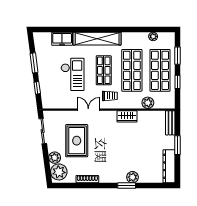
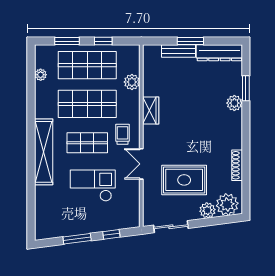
freezer: (62, 39) -> (44, 200), removed
bench: (170, 123) -> (179, 51), moved
window: (127, 186) -> (246, 88), moved

